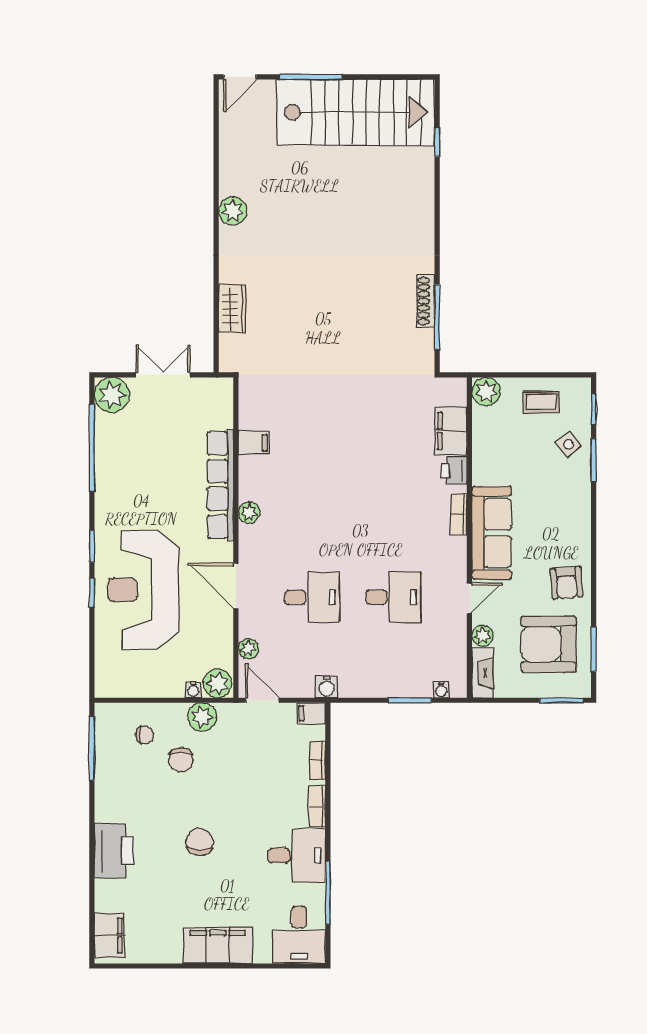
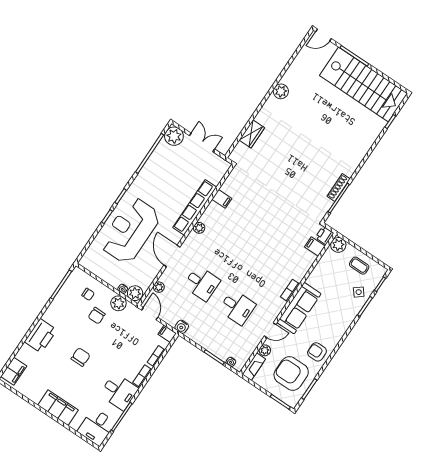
filing cabinet: (451, 431) -> (315, 246), width x0.50
printer: (454, 471) -> (325, 235), moved
armchair: (566, 583) -> (317, 352), turned 95

